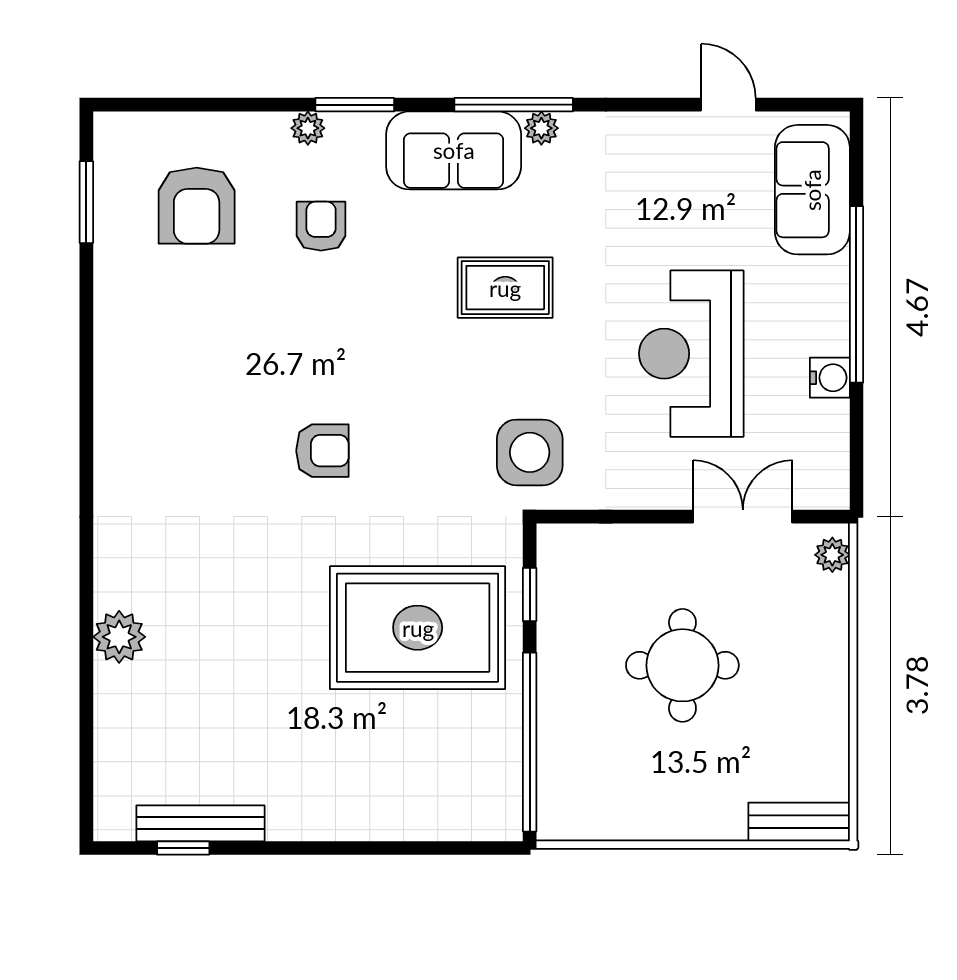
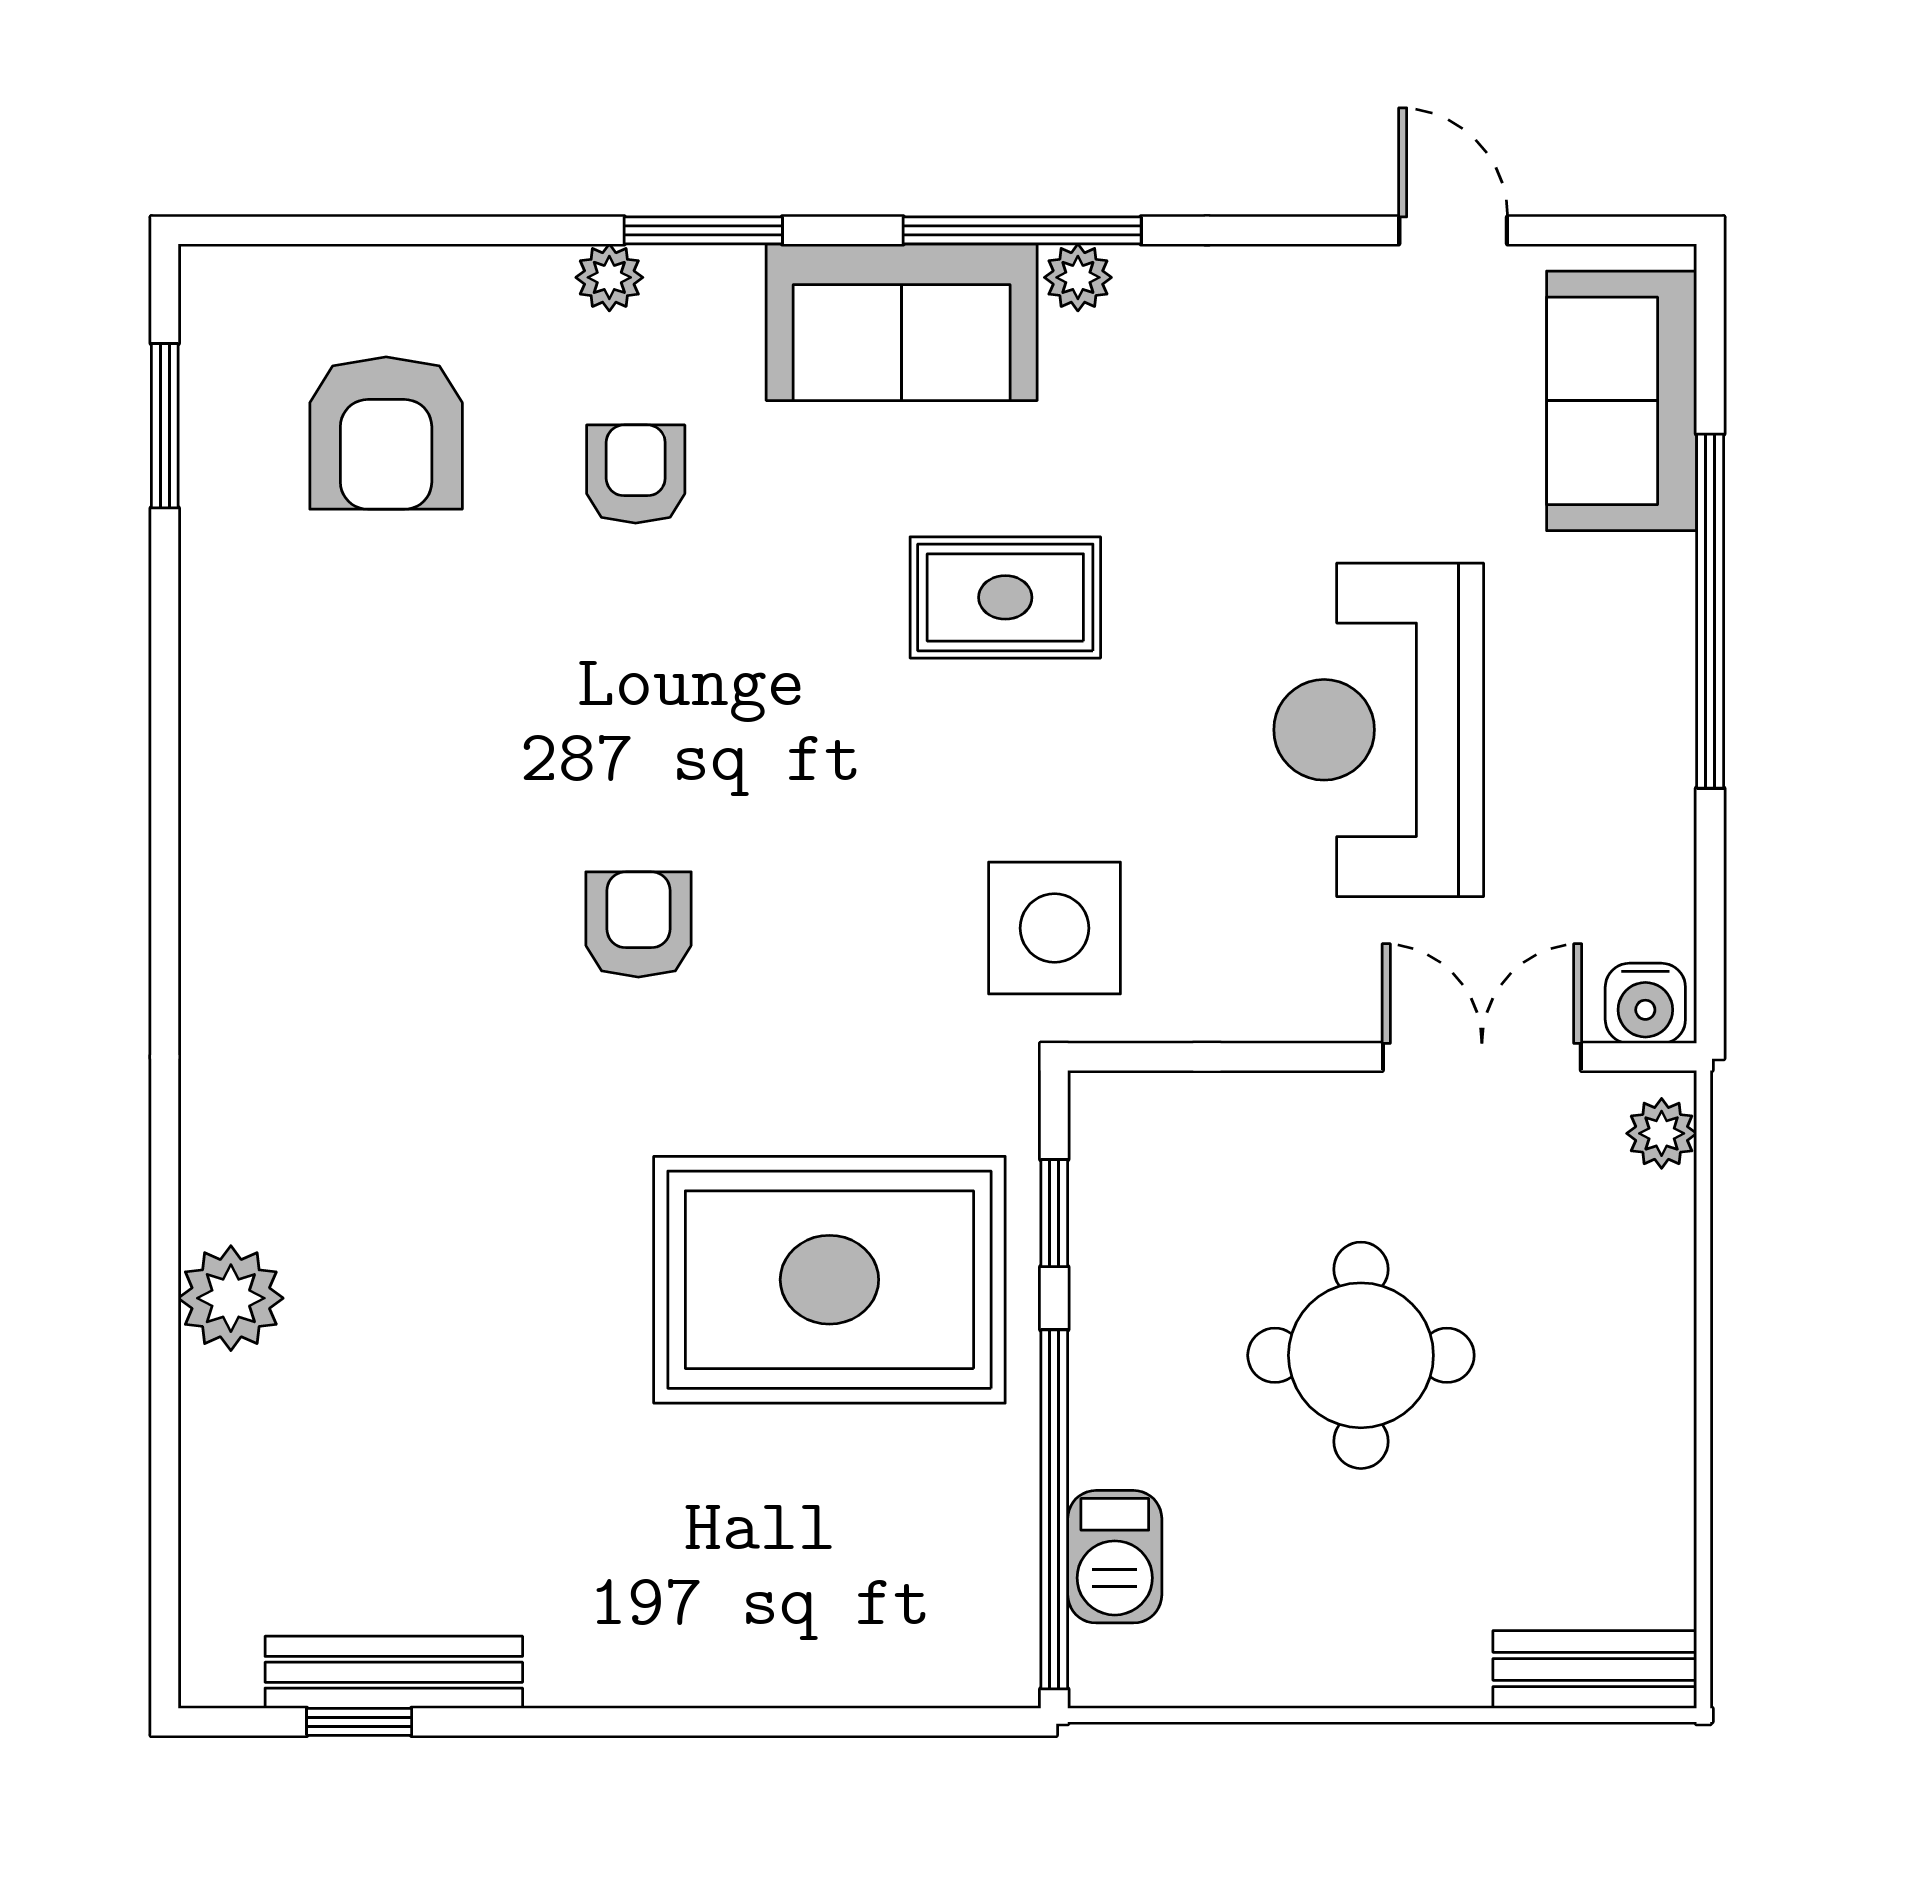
water cooler: (830, 378) -> (1645, 1003), moved, turned 90
armchair: (322, 451) -> (638, 925), turned -90
barbecue: (560, 766) -> (1115, 1557), added

